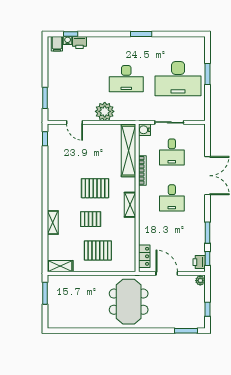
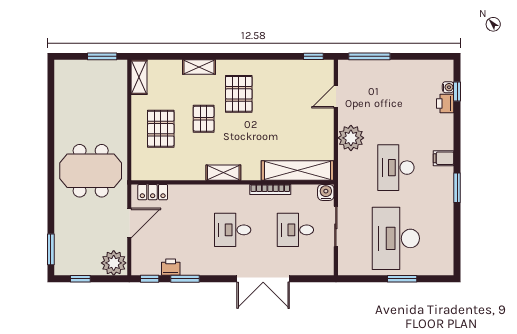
filing cabinet: (57, 44) -> (444, 158), moved
window: (45, 98) -> (369, 56), width x1.44
pallet: (95, 188) -> (239, 94), moved
printer: (199, 262) -> (171, 267), moved
plant: (200, 281) -> (114, 263), width x1.88, depth x1.88

